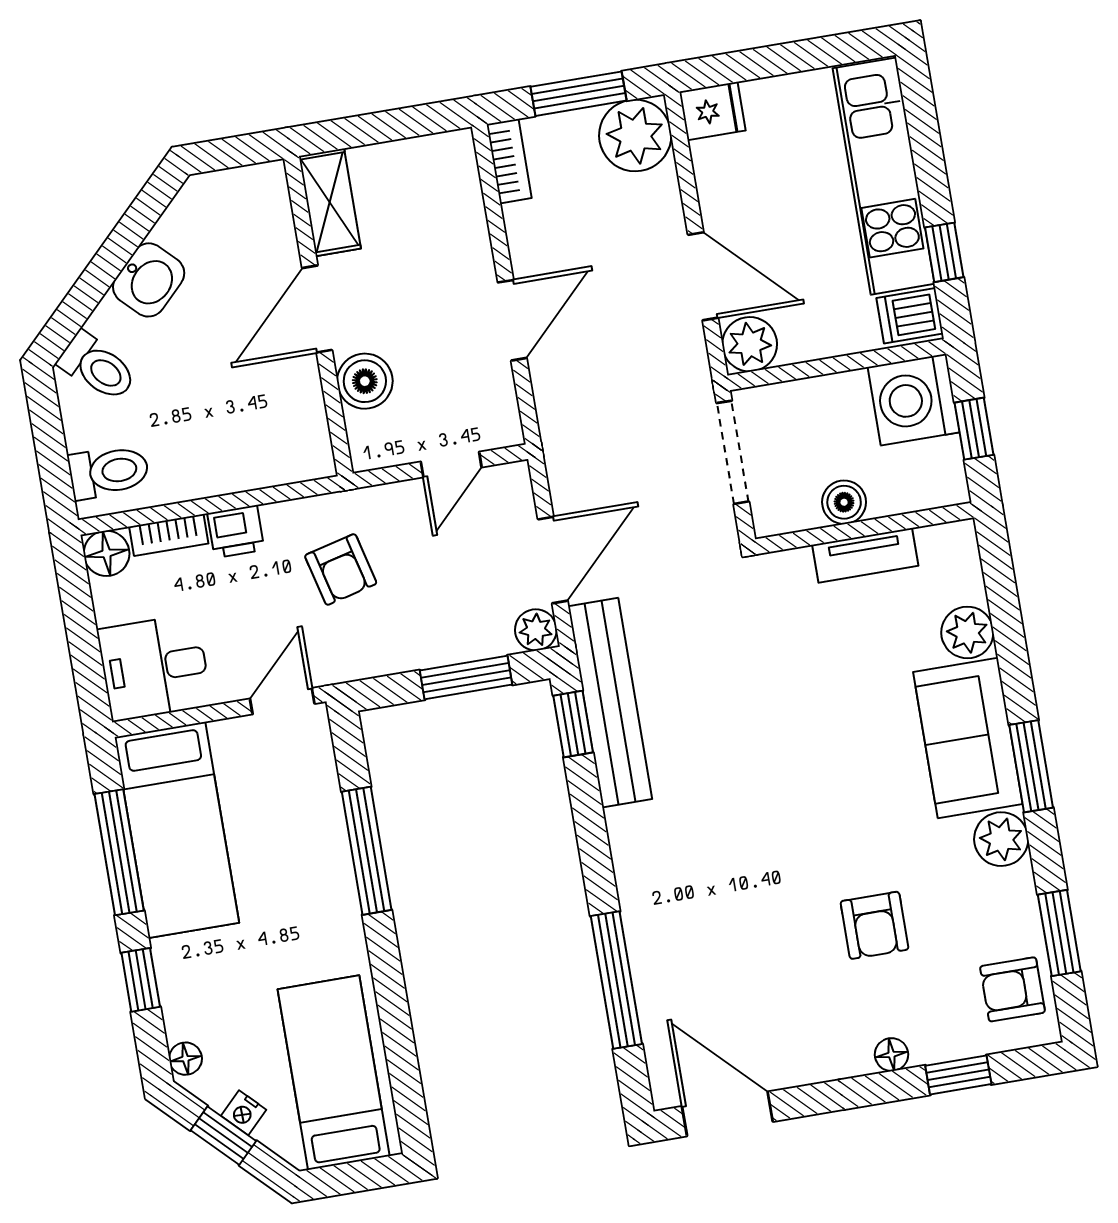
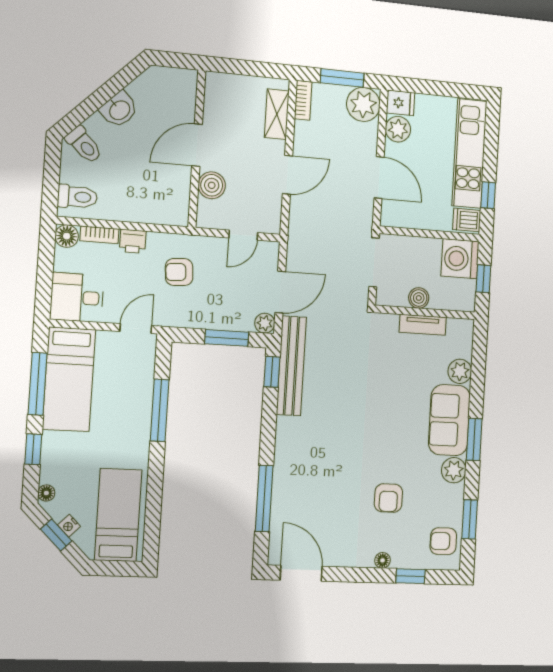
shelving: (330, 202) -> (277, 114), moved
plant: (750, 344) -> (398, 129), moved
armchair: (341, 569) -> (179, 272), turned 100

